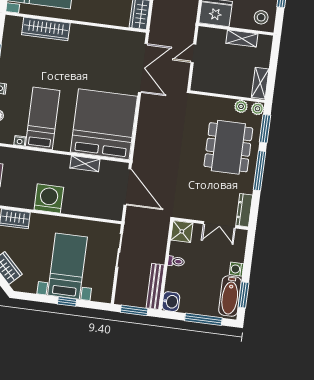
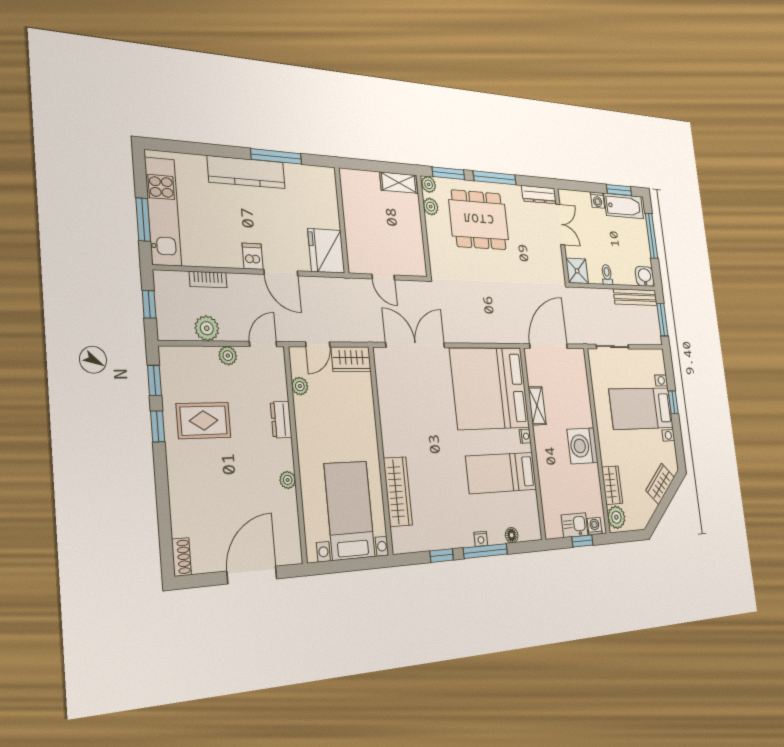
stool: (261, 17) -> (319, 186), removed
shelving: (242, 38) -> (351, 211), removed
nightstand: (20, 141) -> (525, 436), moved

